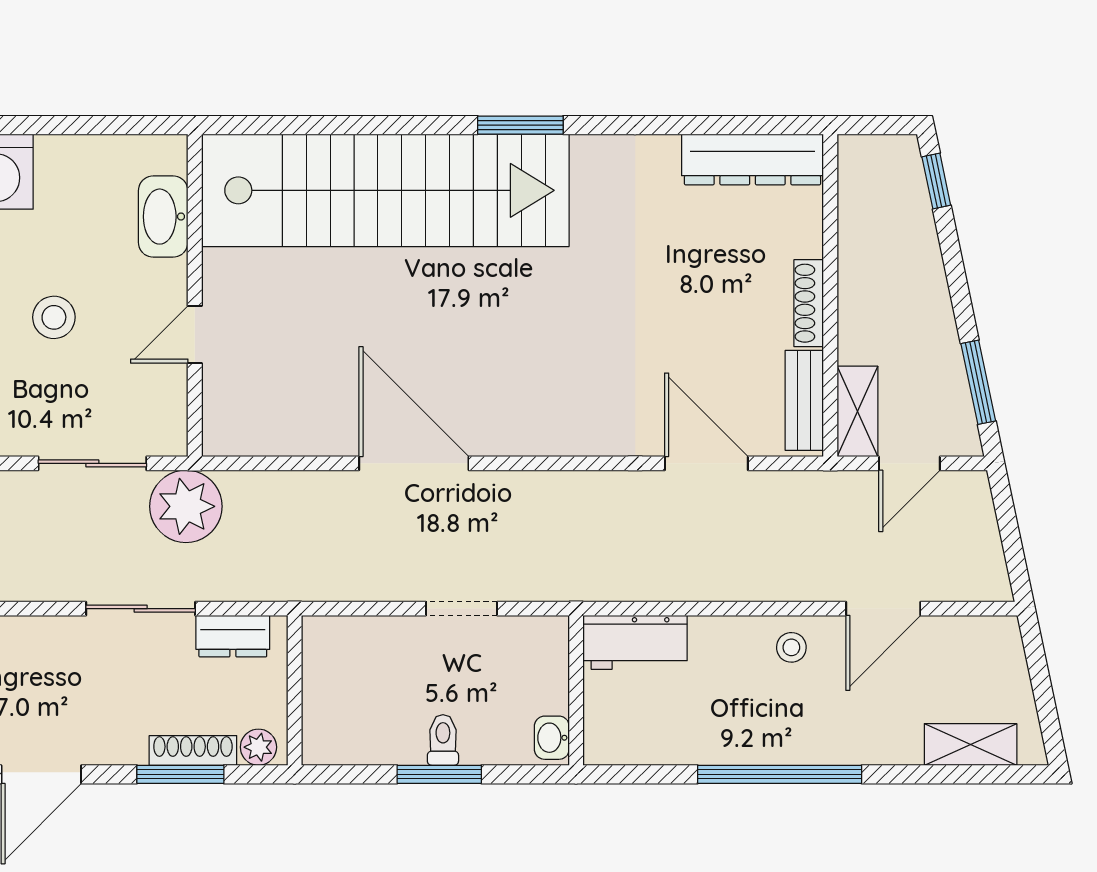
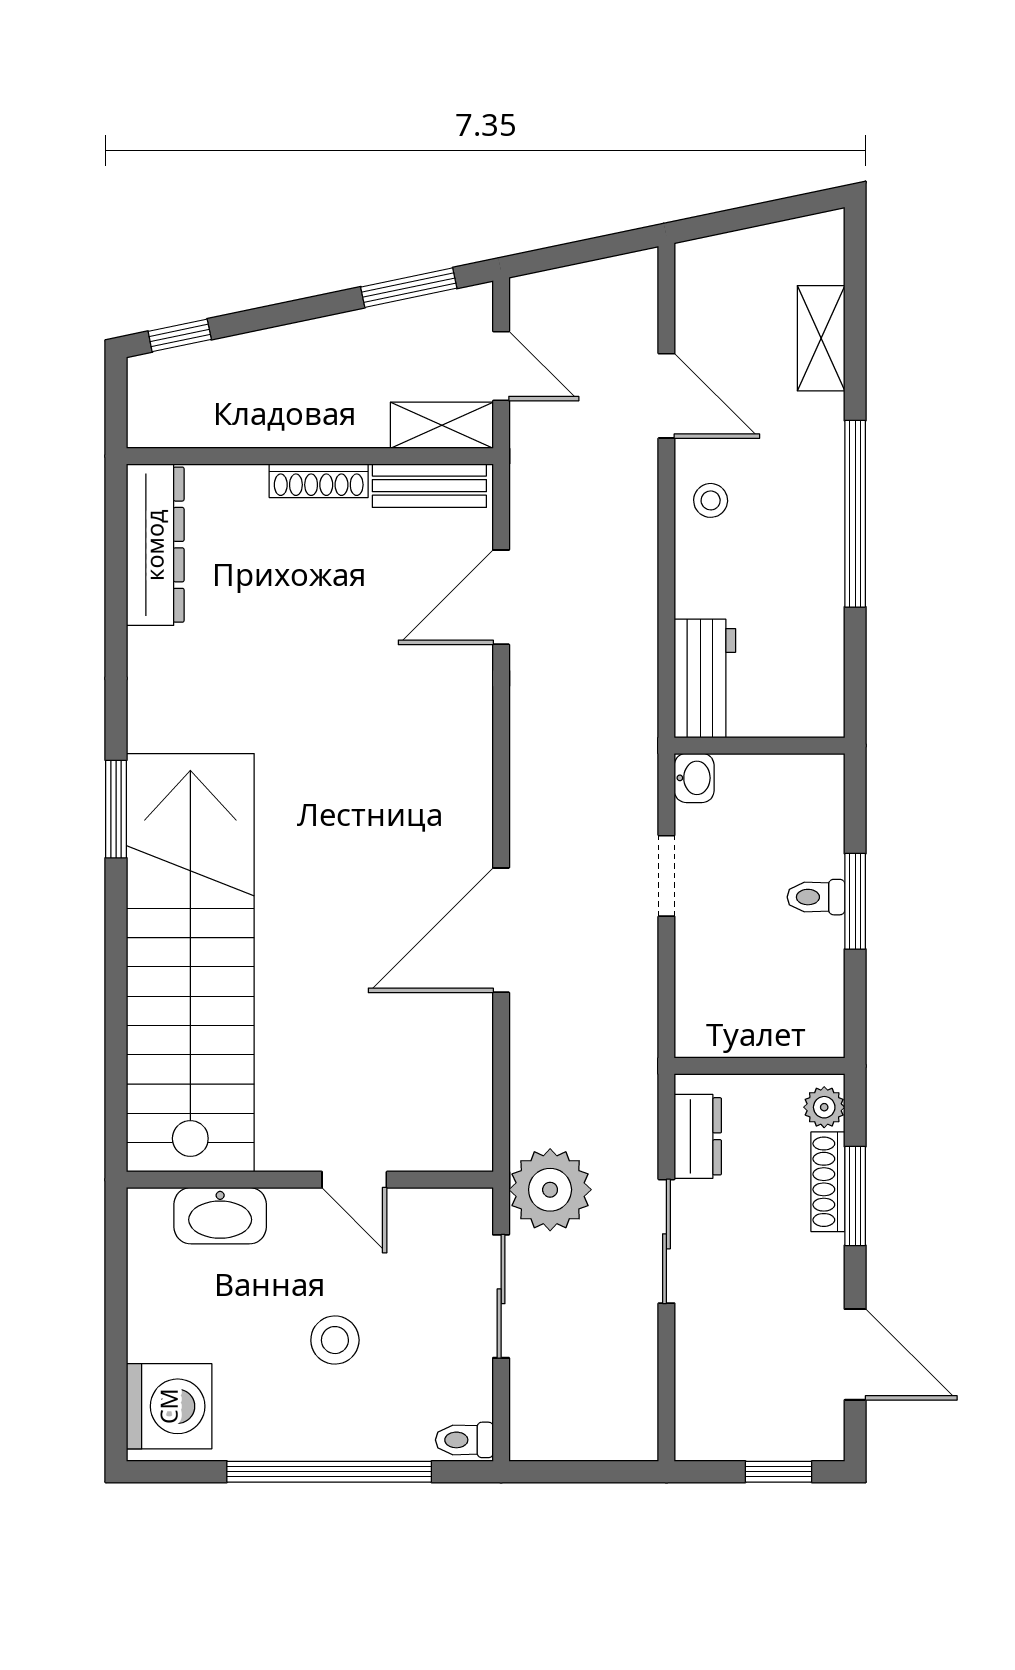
washbasin: (552, 738) -> (694, 778), moved, turned -90
shelving: (971, 744) -> (821, 338), moved

